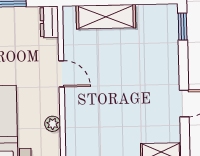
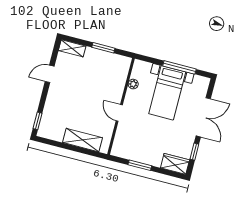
dresser: (49, 22) -> (118, 147), removed

